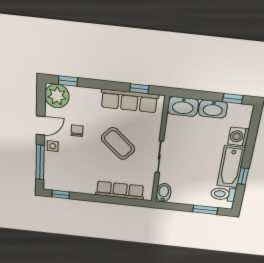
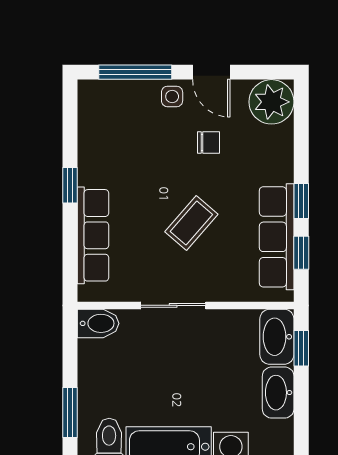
window: (68, 81) -> (301, 201), moved
window: (233, 99) -> (301, 348), moved
coffee table: (118, 144) -> (191, 223), width x0.73, depth x0.77
window: (61, 194) -> (70, 185), moved

